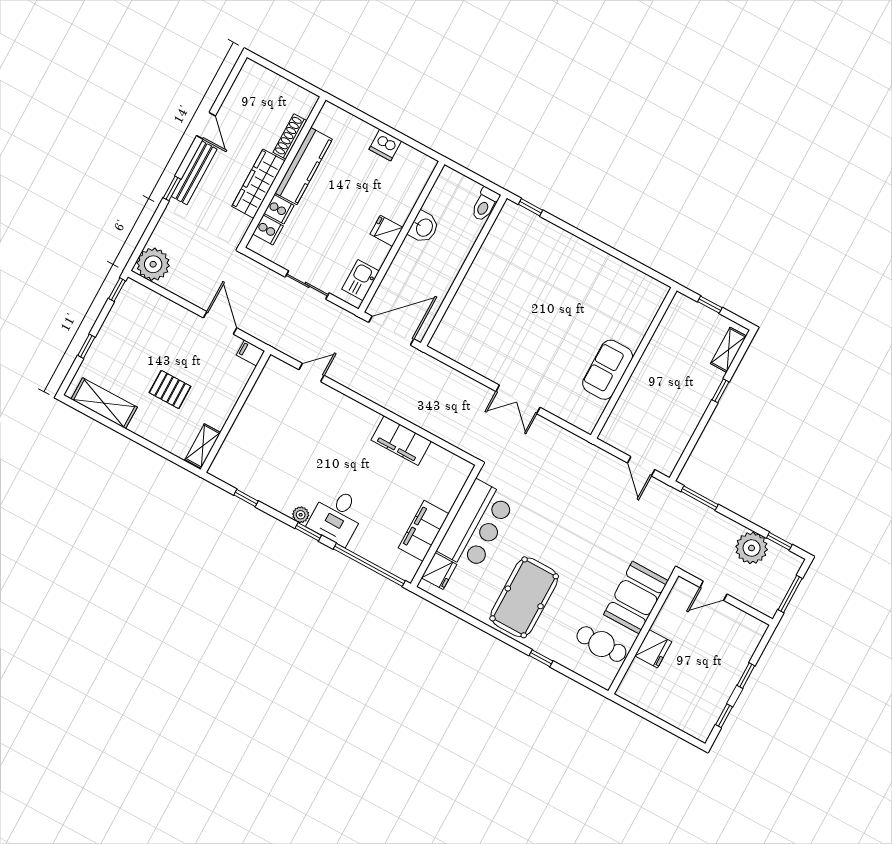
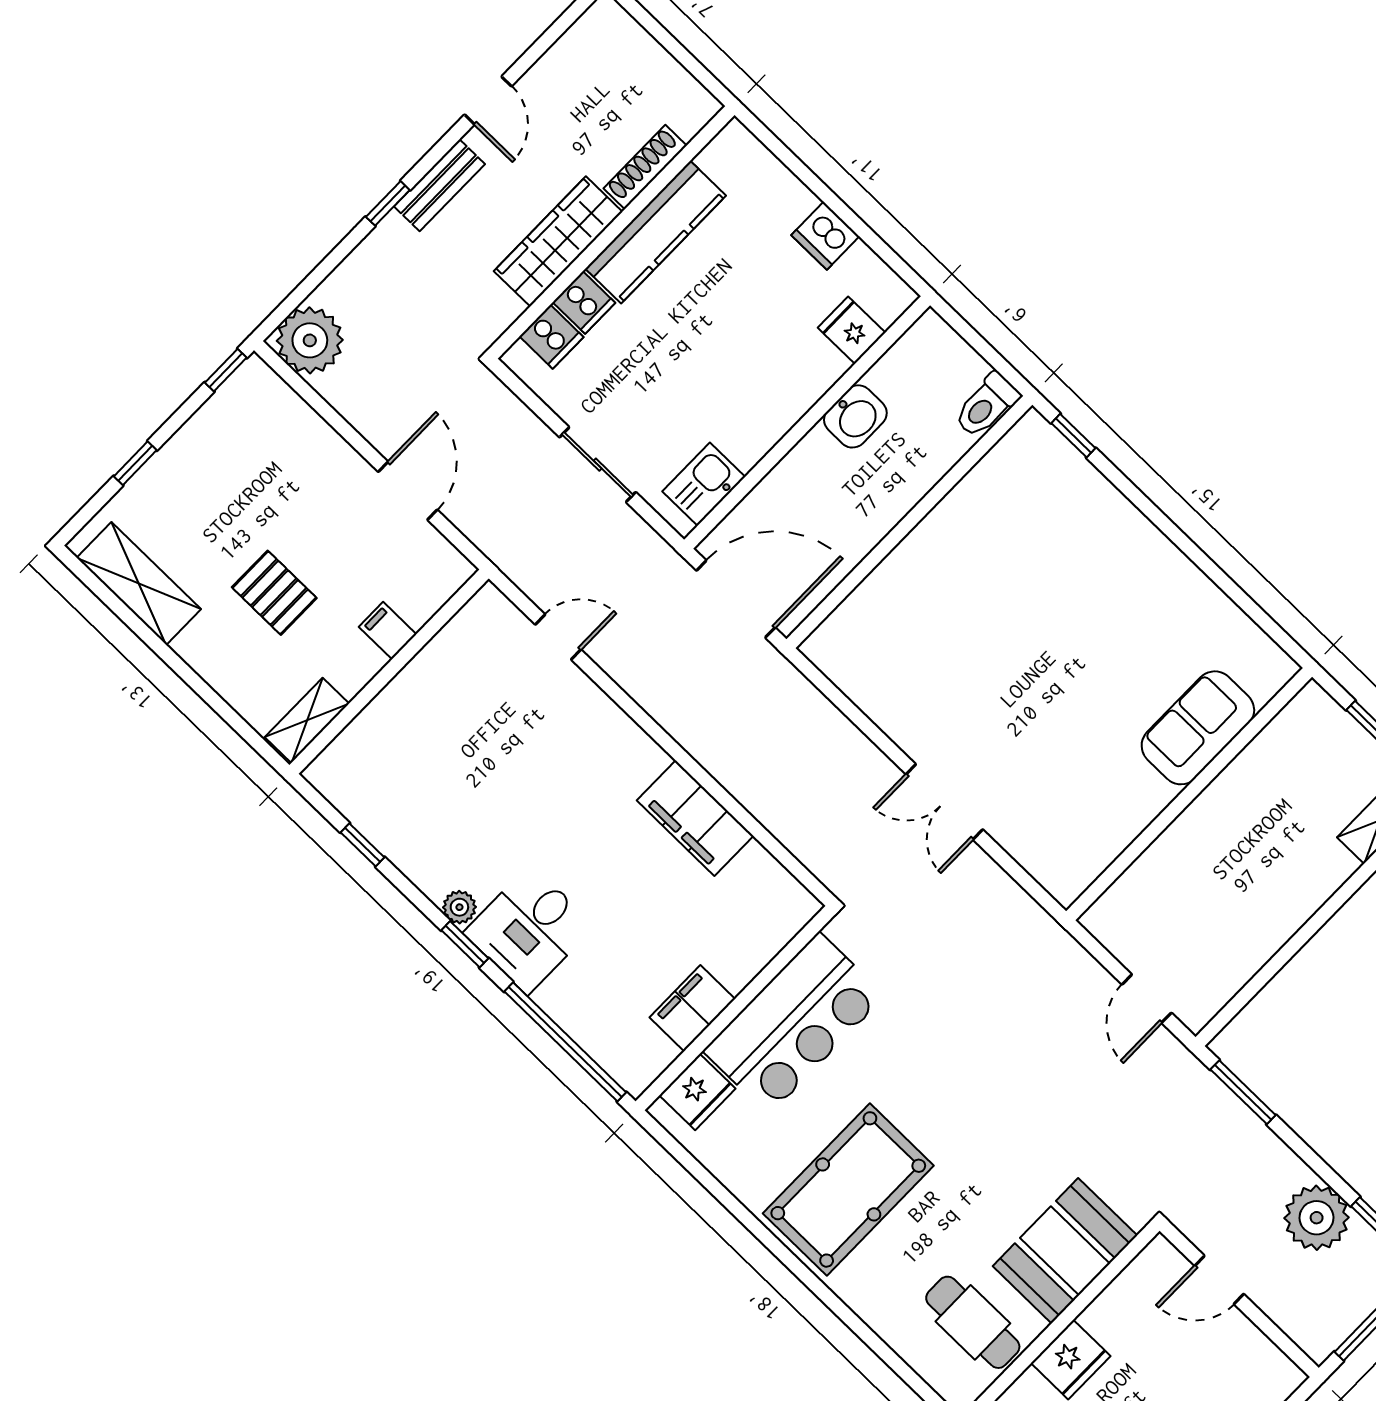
bench: (194, 173) -> (439, 185), width x0.73
fridge: (386, 231) -> (852, 330), moved
filing cabinet: (251, 353) -> (388, 631), moved
sofa: (608, 370) -> (1198, 728), moved
window: (720, 391) -> (1342, 896), removed
filing cabinet: (424, 531) -> (692, 1008), width x0.67, depth x0.86
window: (541, 658) -> (848, 1317), removed

